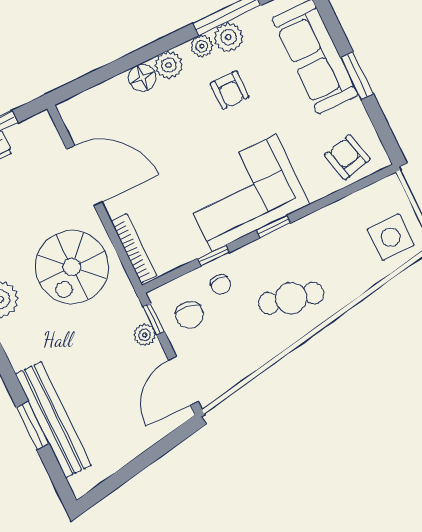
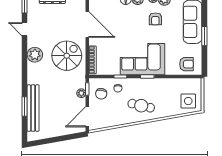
armchair: (347, 157) -> (187, 64), turned 104
spiral stairs: (72, 267) -> (67, 56), turned 180

